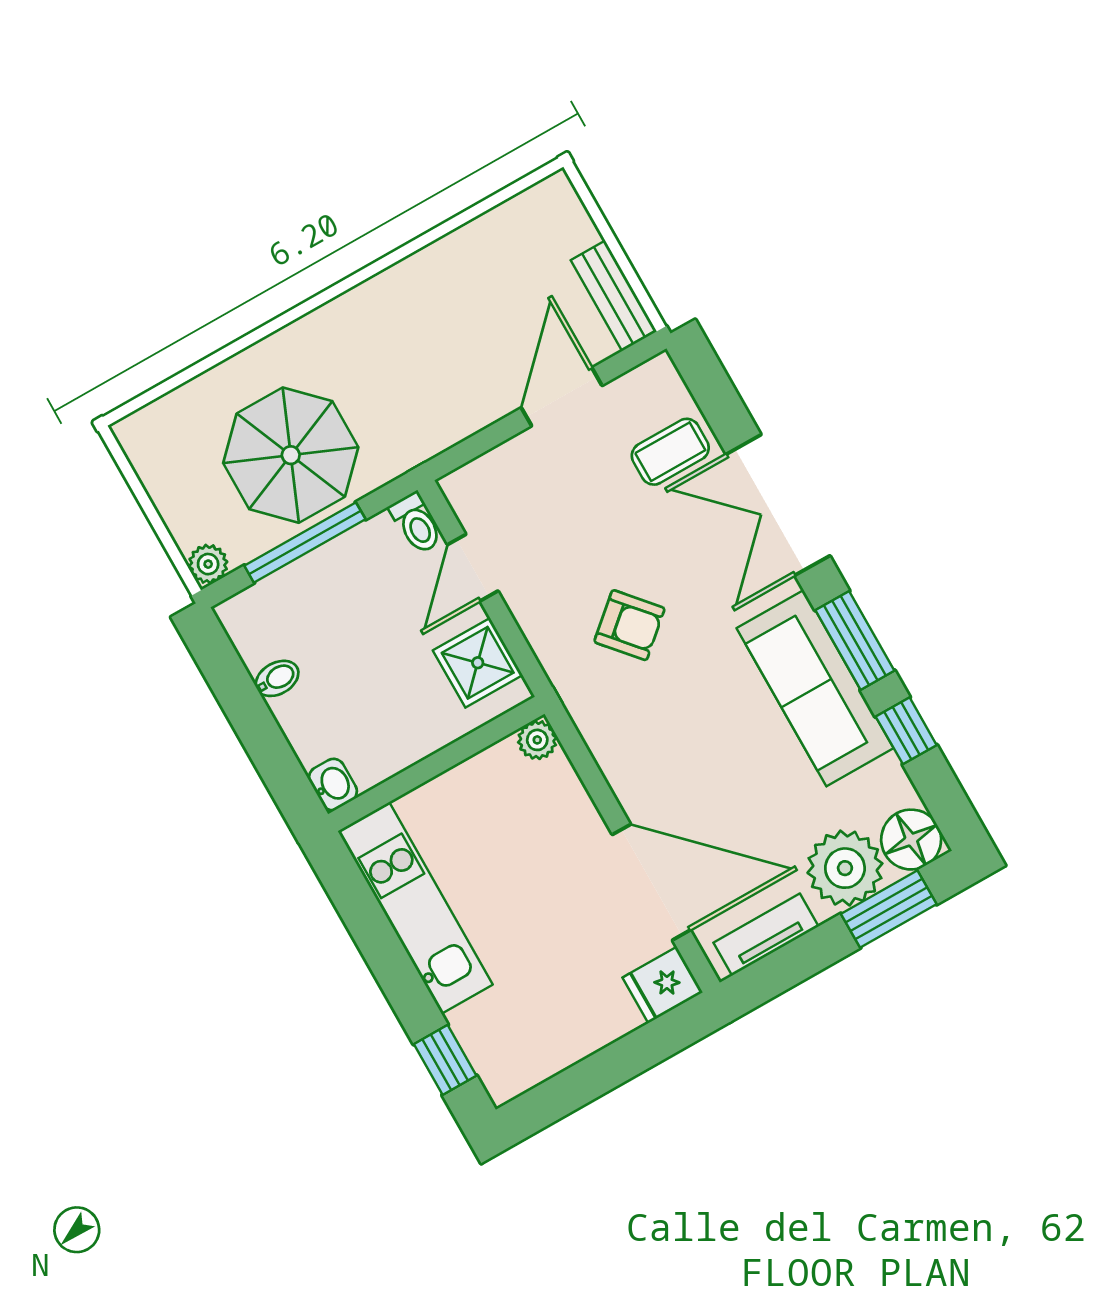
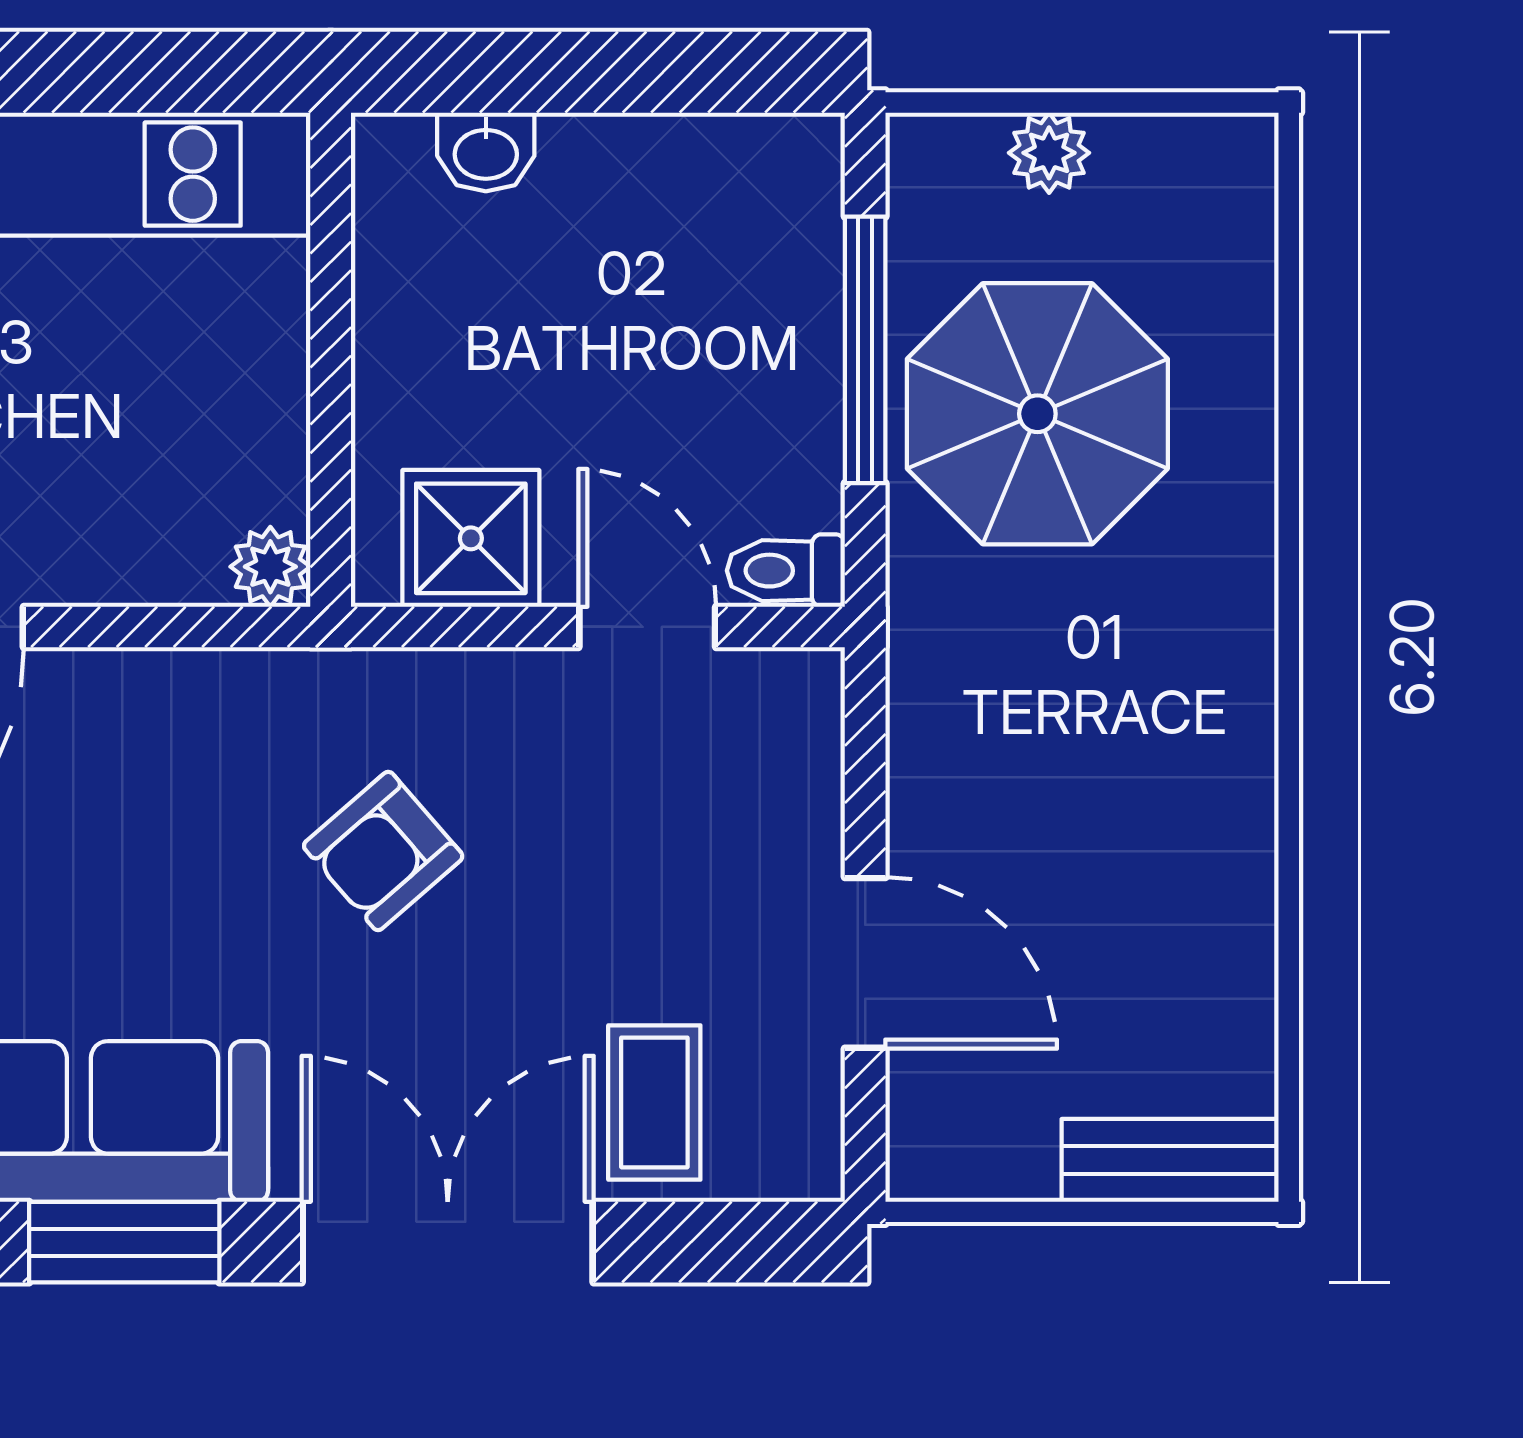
bench: (614, 296) -> (1170, 1160), moved
plant: (208, 564) -> (1049, 153), moved
bidet: (277, 678) -> (648, 160), removed
washbasin: (333, 785) -> (486, 152), moved

